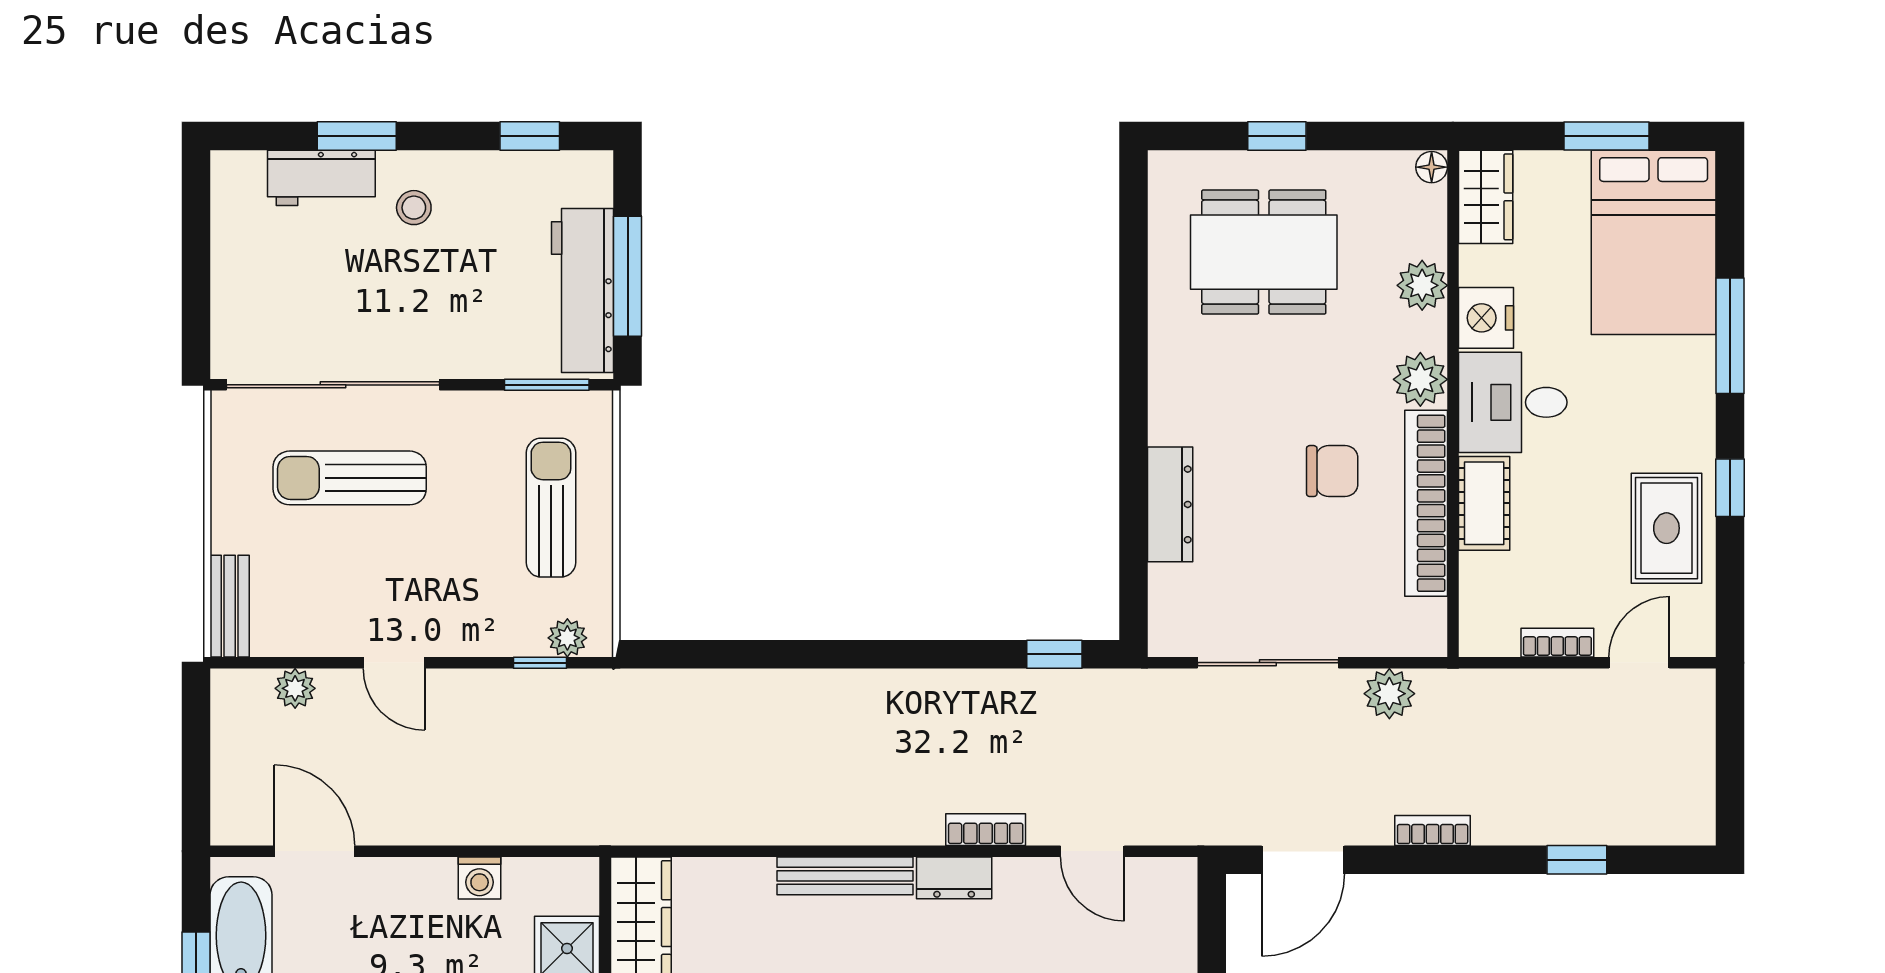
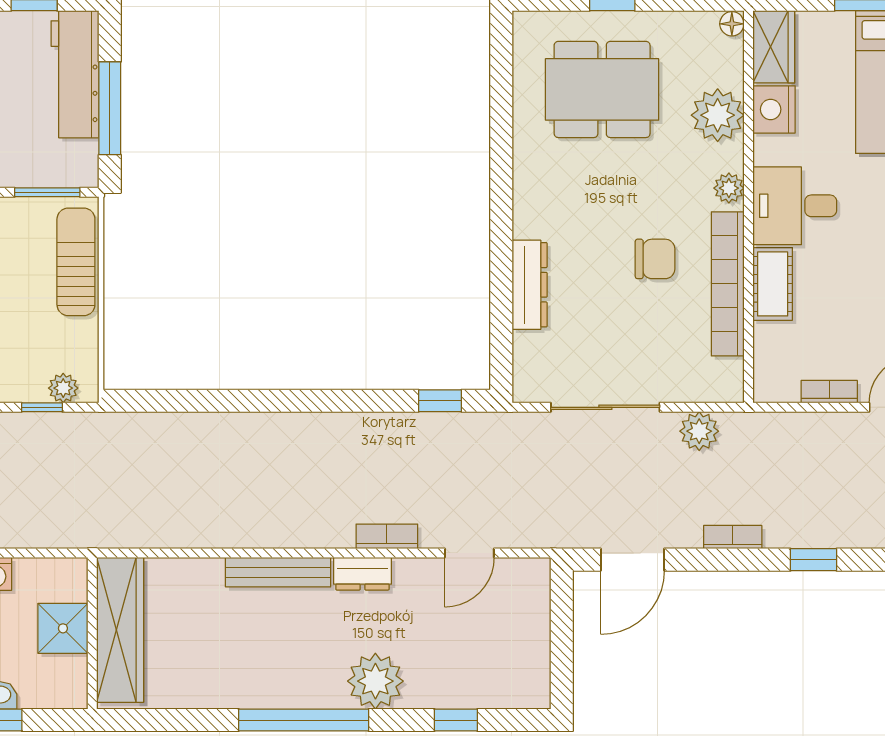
plant: (1422, 285) -> (718, 115), width x1.36, depth x1.36
workbench: (583, 291) -> (75, 74), moved
nightstand: (1486, 318) -> (774, 109), moved
plant: (1420, 379) -> (729, 188), width x0.73, depth x0.73
sun lounger: (551, 508) -> (76, 262), moved
door: (1092, 851) -> (469, 553), hinge flipped
window: (1577, 860) -> (813, 560), moved

